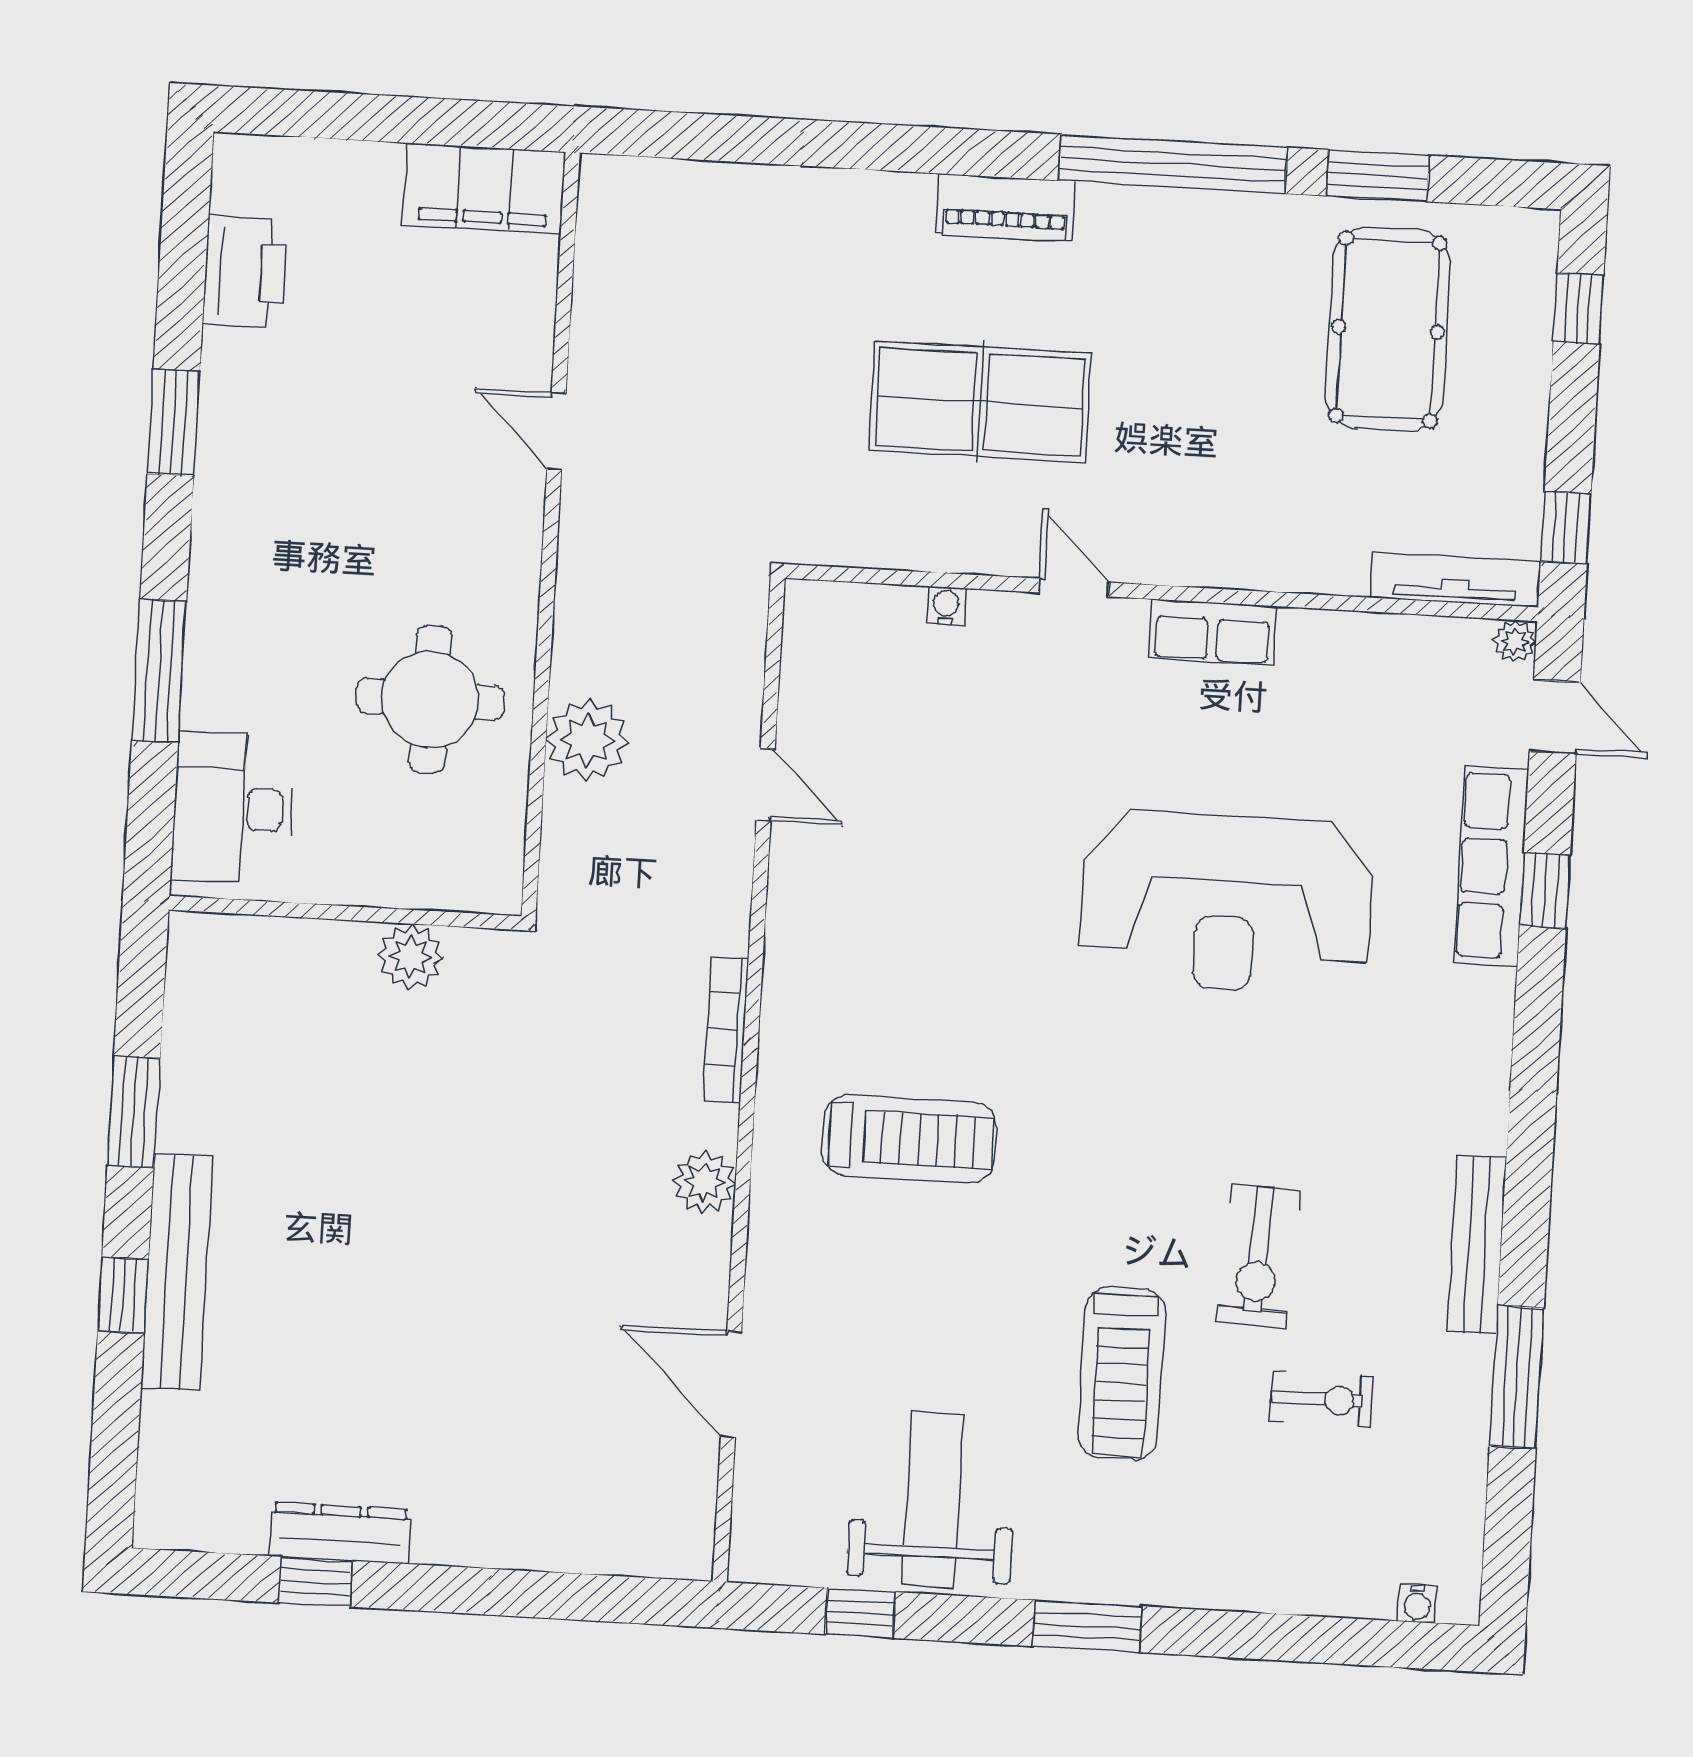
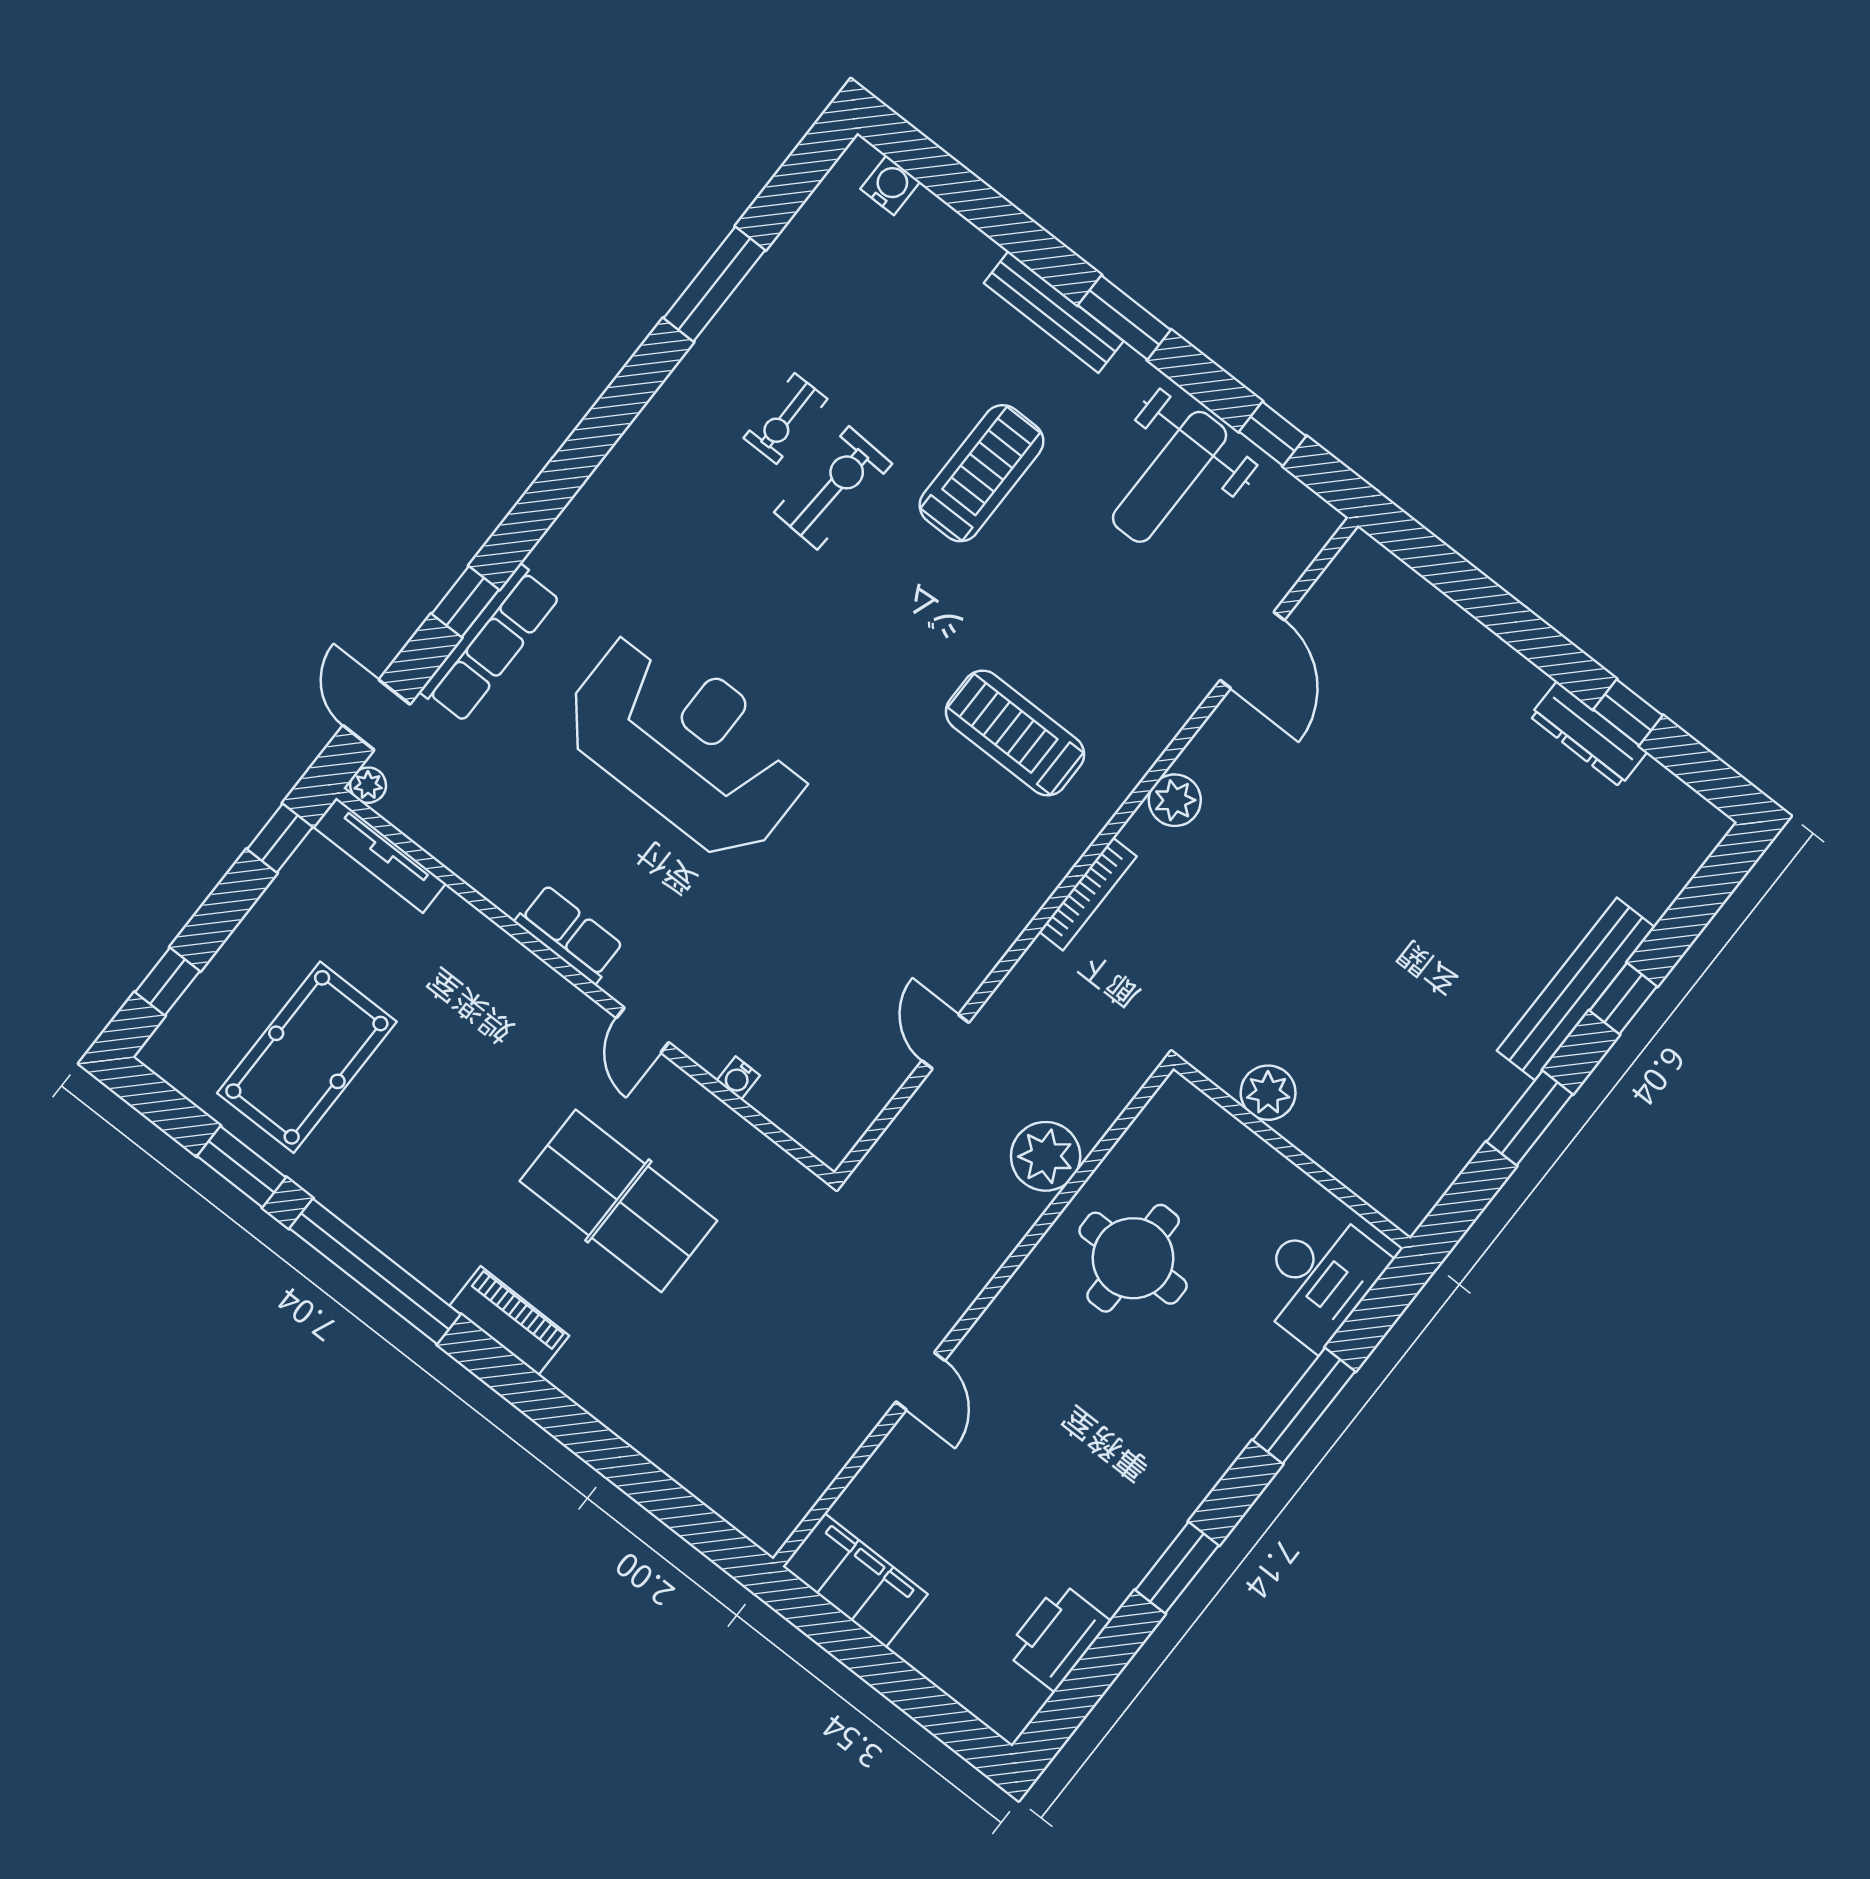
bench: (1477, 1244) -> (1054, 312), moved, turned 90
exercise bike: (1321, 1399) -> (786, 418), moved, turned -90
water cooler: (1417, 1604) -> (890, 185), width x1.38, depth x1.38

